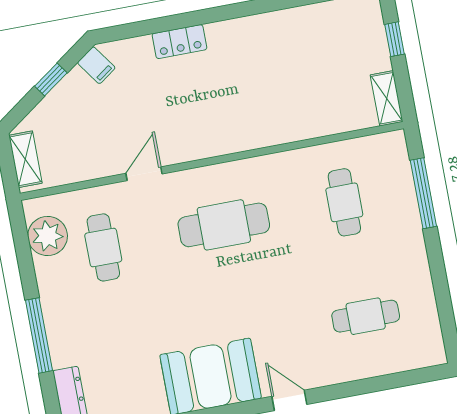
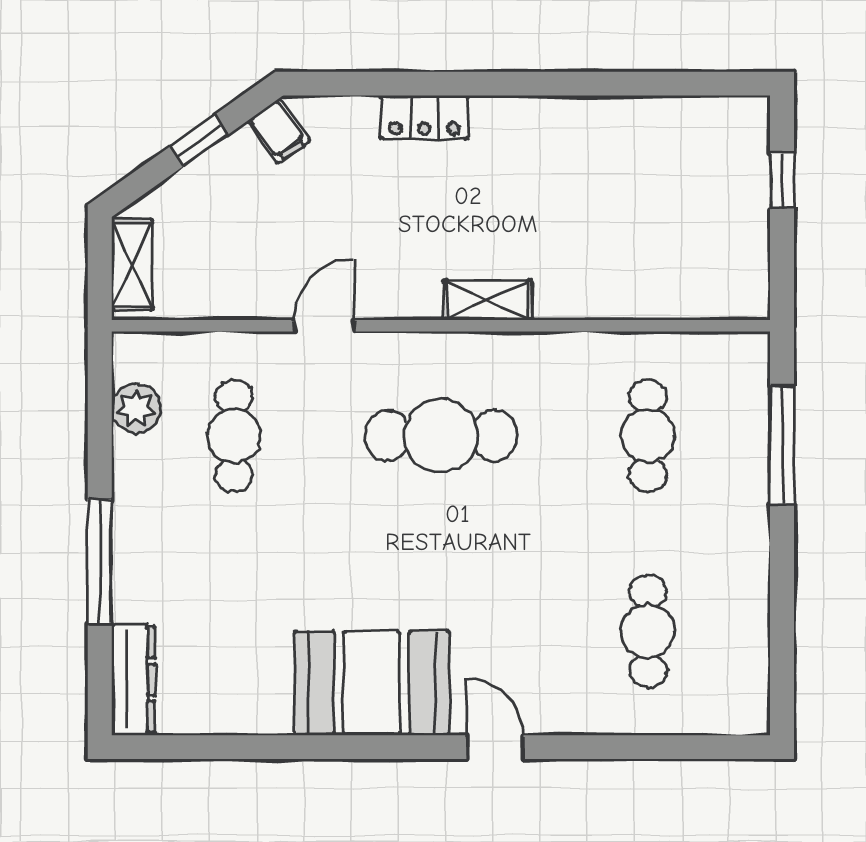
shelving: (387, 98) -> (487, 300), moved, turned 90
plant: (48, 236) -> (136, 408), width x0.73, depth x0.73
cafe table: (366, 316) -> (648, 631), turned 90

